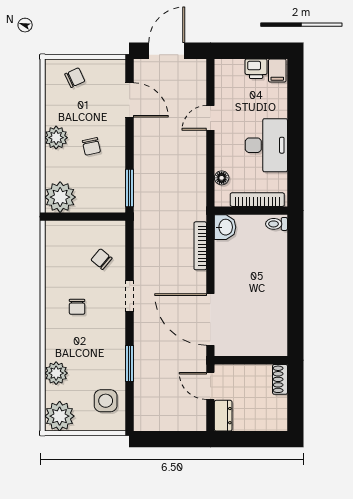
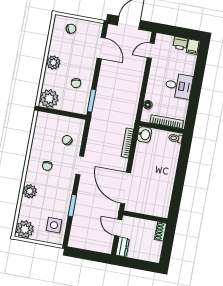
door: (210, 118) -> (151, 51), moved
desk: (266, 145) -> (179, 86), width x0.73
chair: (91, 146) -> (76, 83), moved
plant: (56, 373) -> (30, 191), moved

